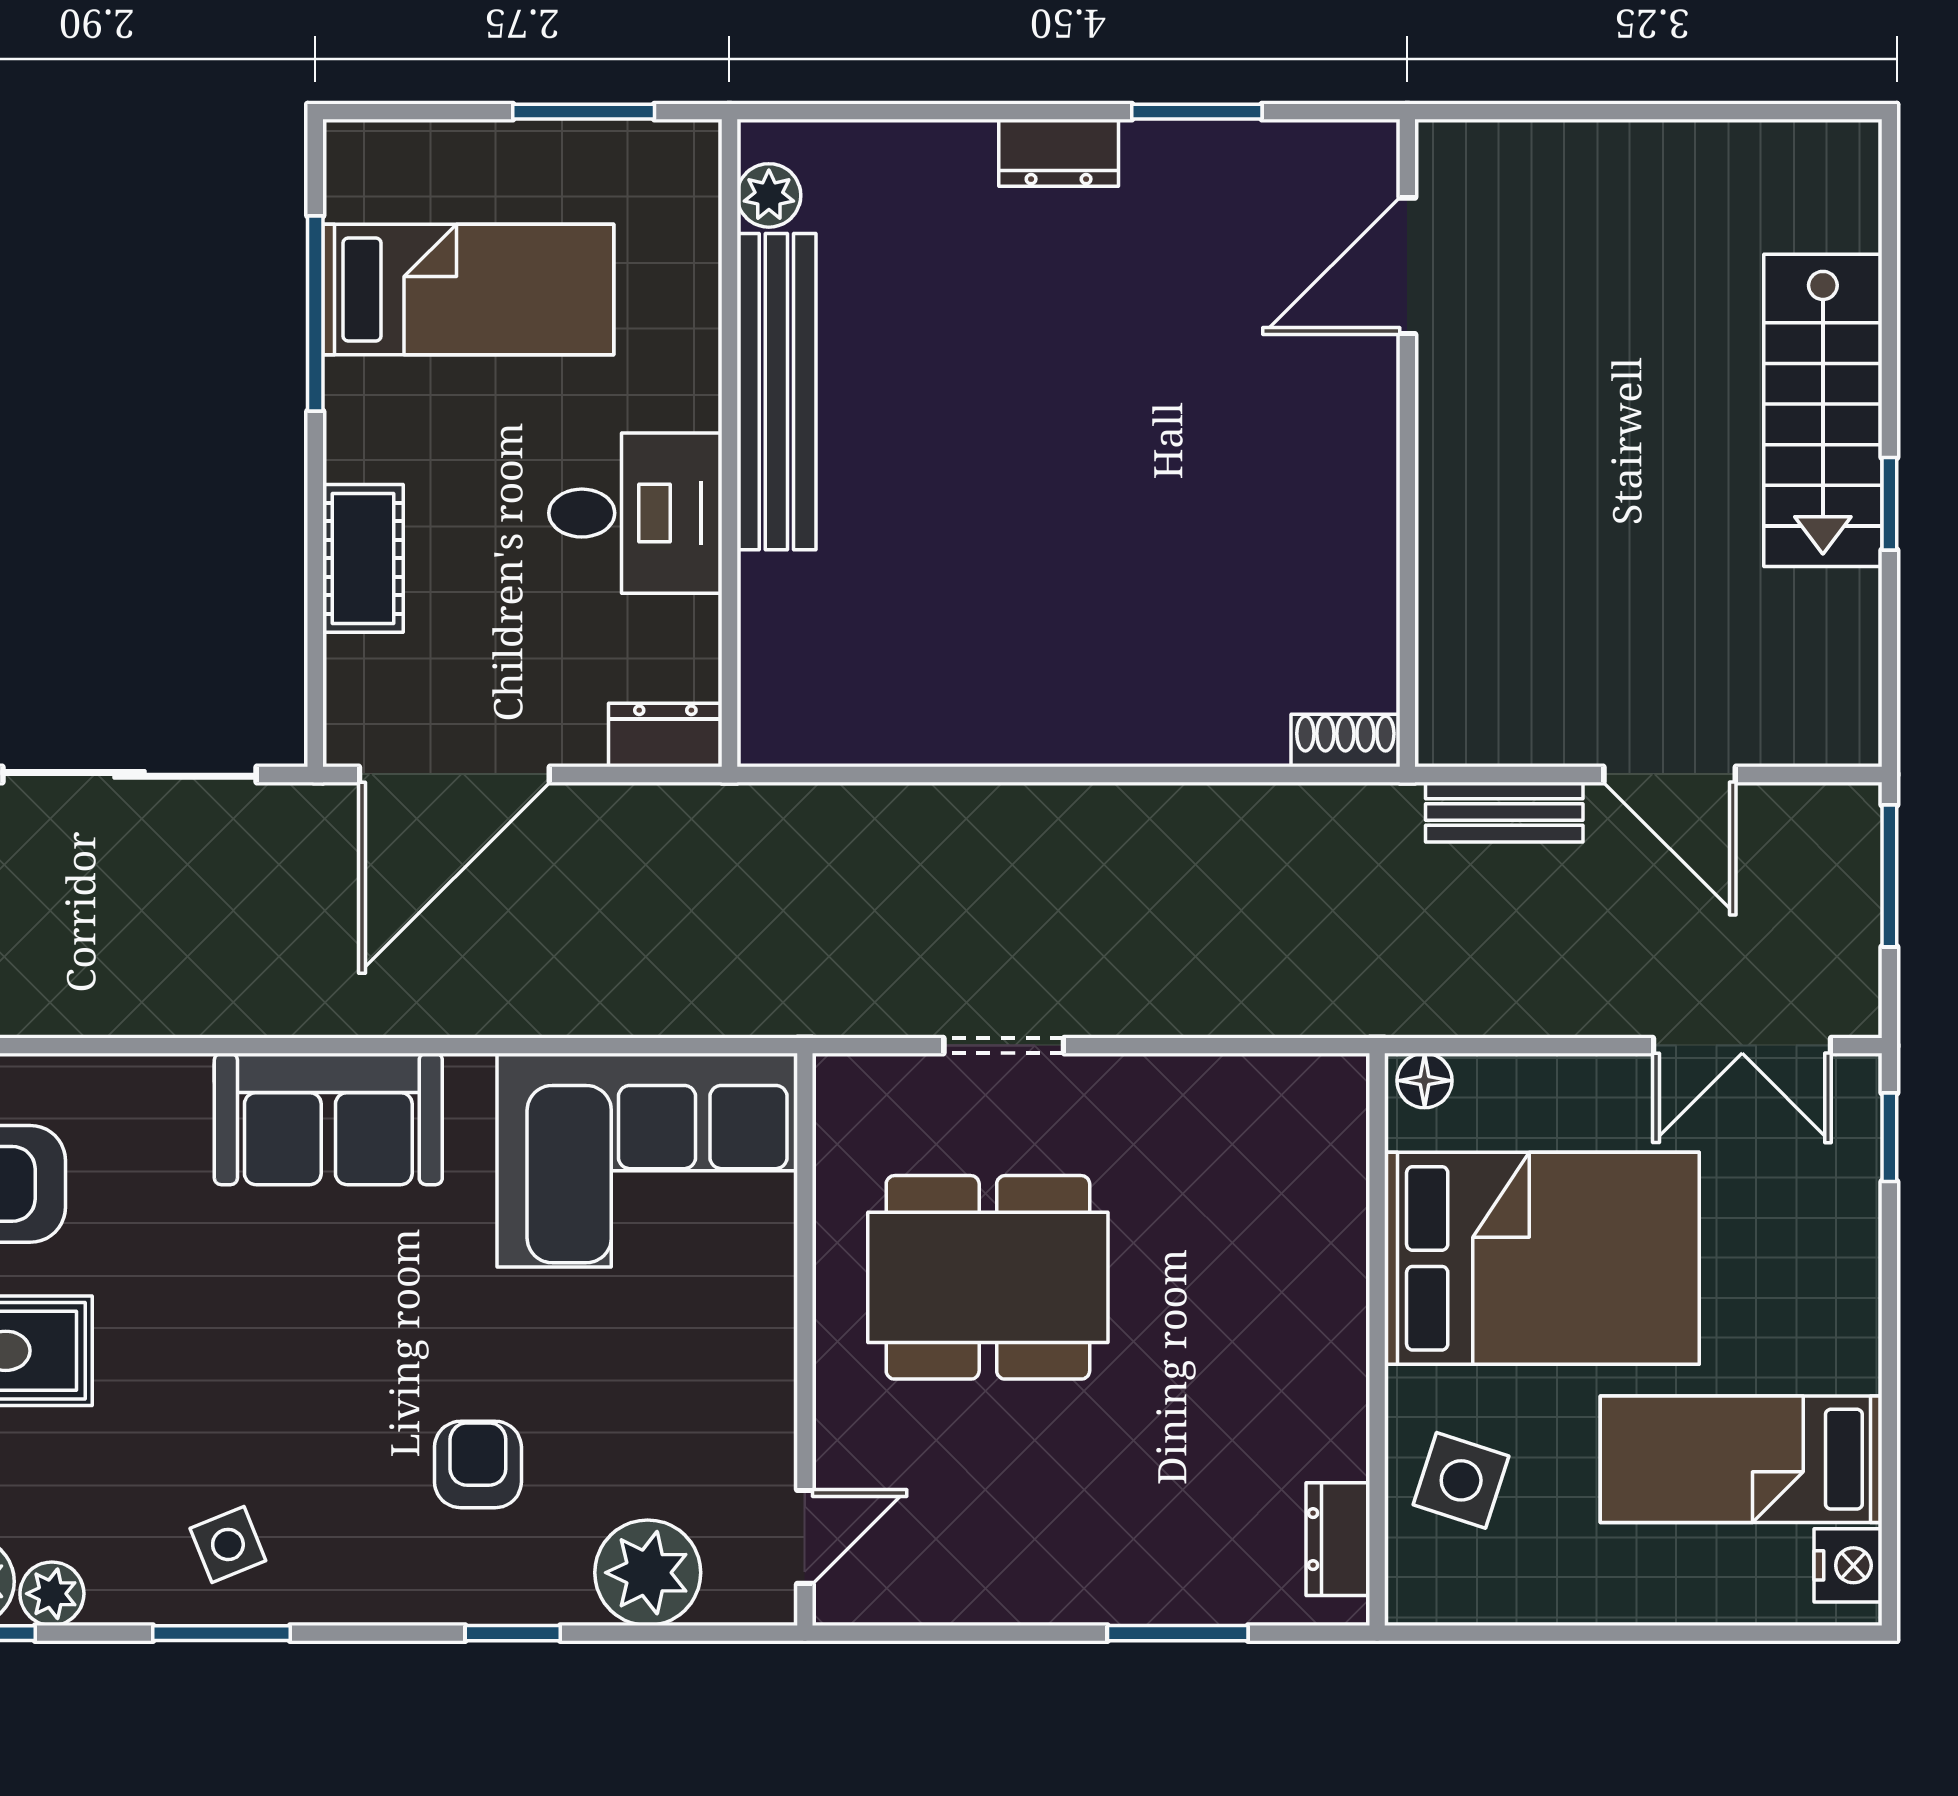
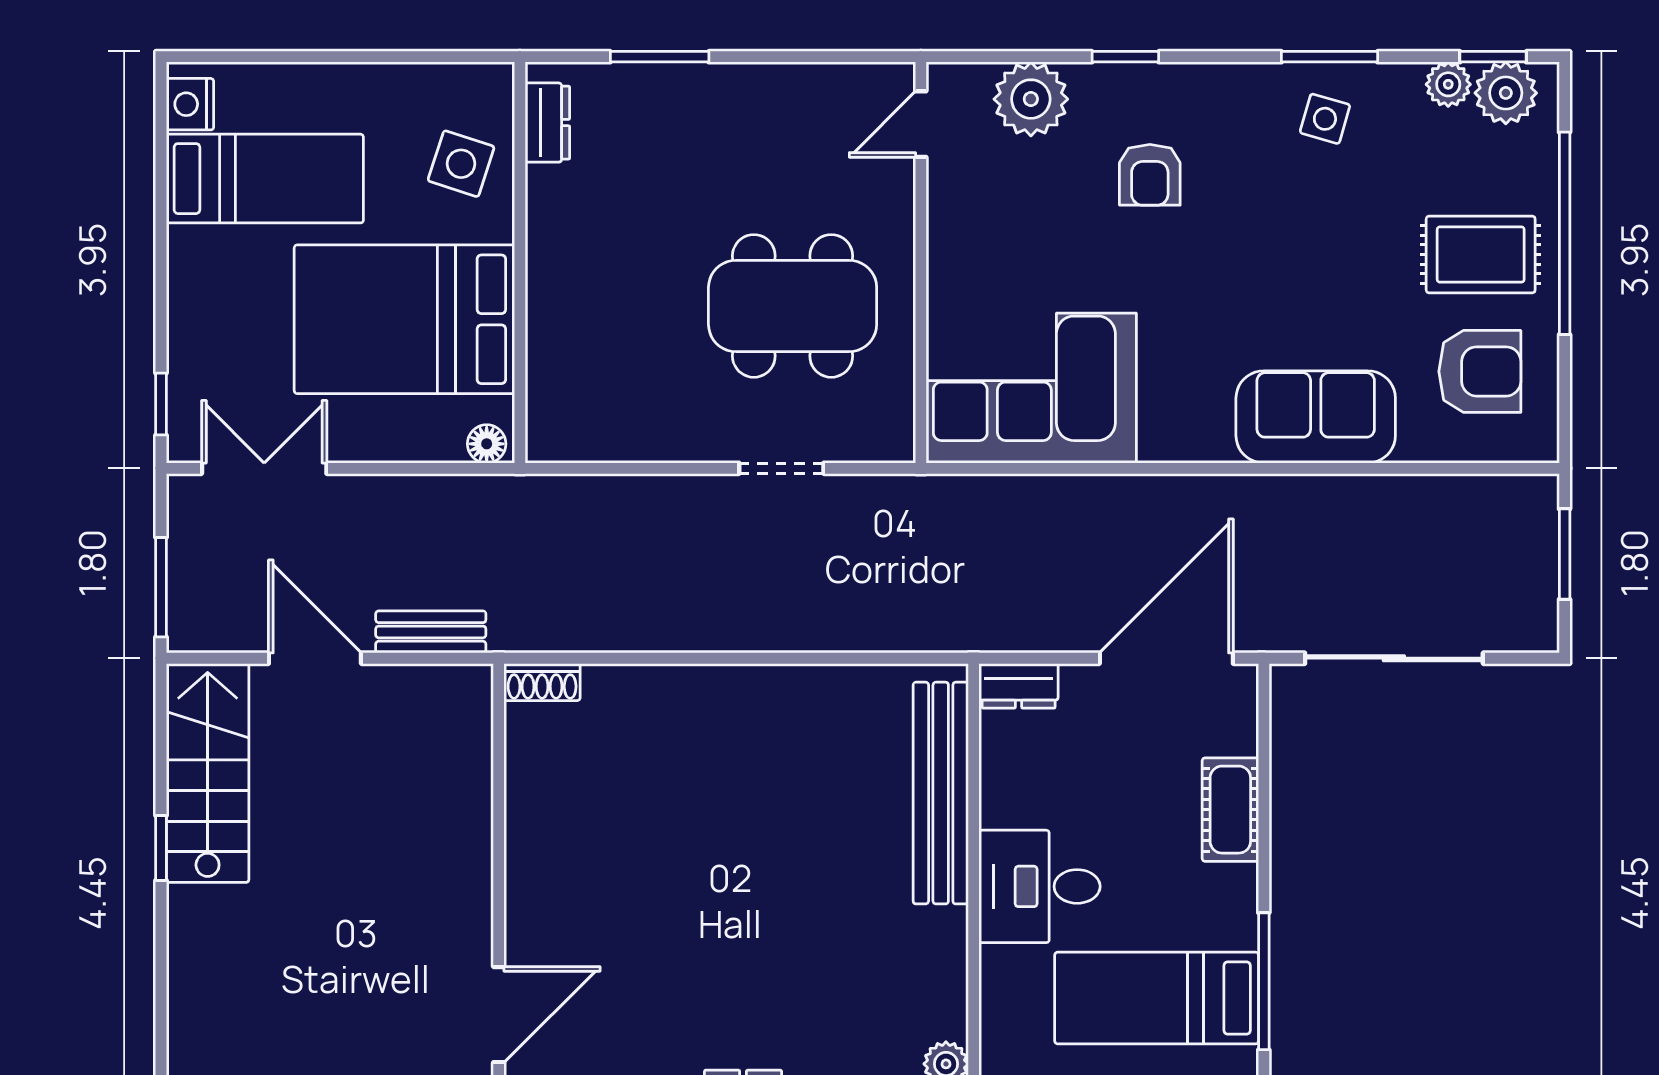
bench: (776, 392) -> (941, 793), moved
stairs: (1823, 410) -> (208, 773), moved
desk: (635, 513) -> (1039, 886), moved
sofa: (328, 1119) -> (1316, 417), moved
side table: (228, 1544) -> (1325, 119), turned 38

